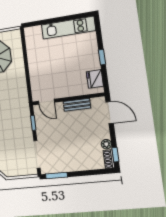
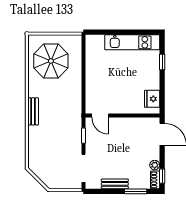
window: (102, 57) -> (162, 62), moved
bench: (77, 105) -> (115, 184), moved
window: (57, 176) -> (136, 191), moved

